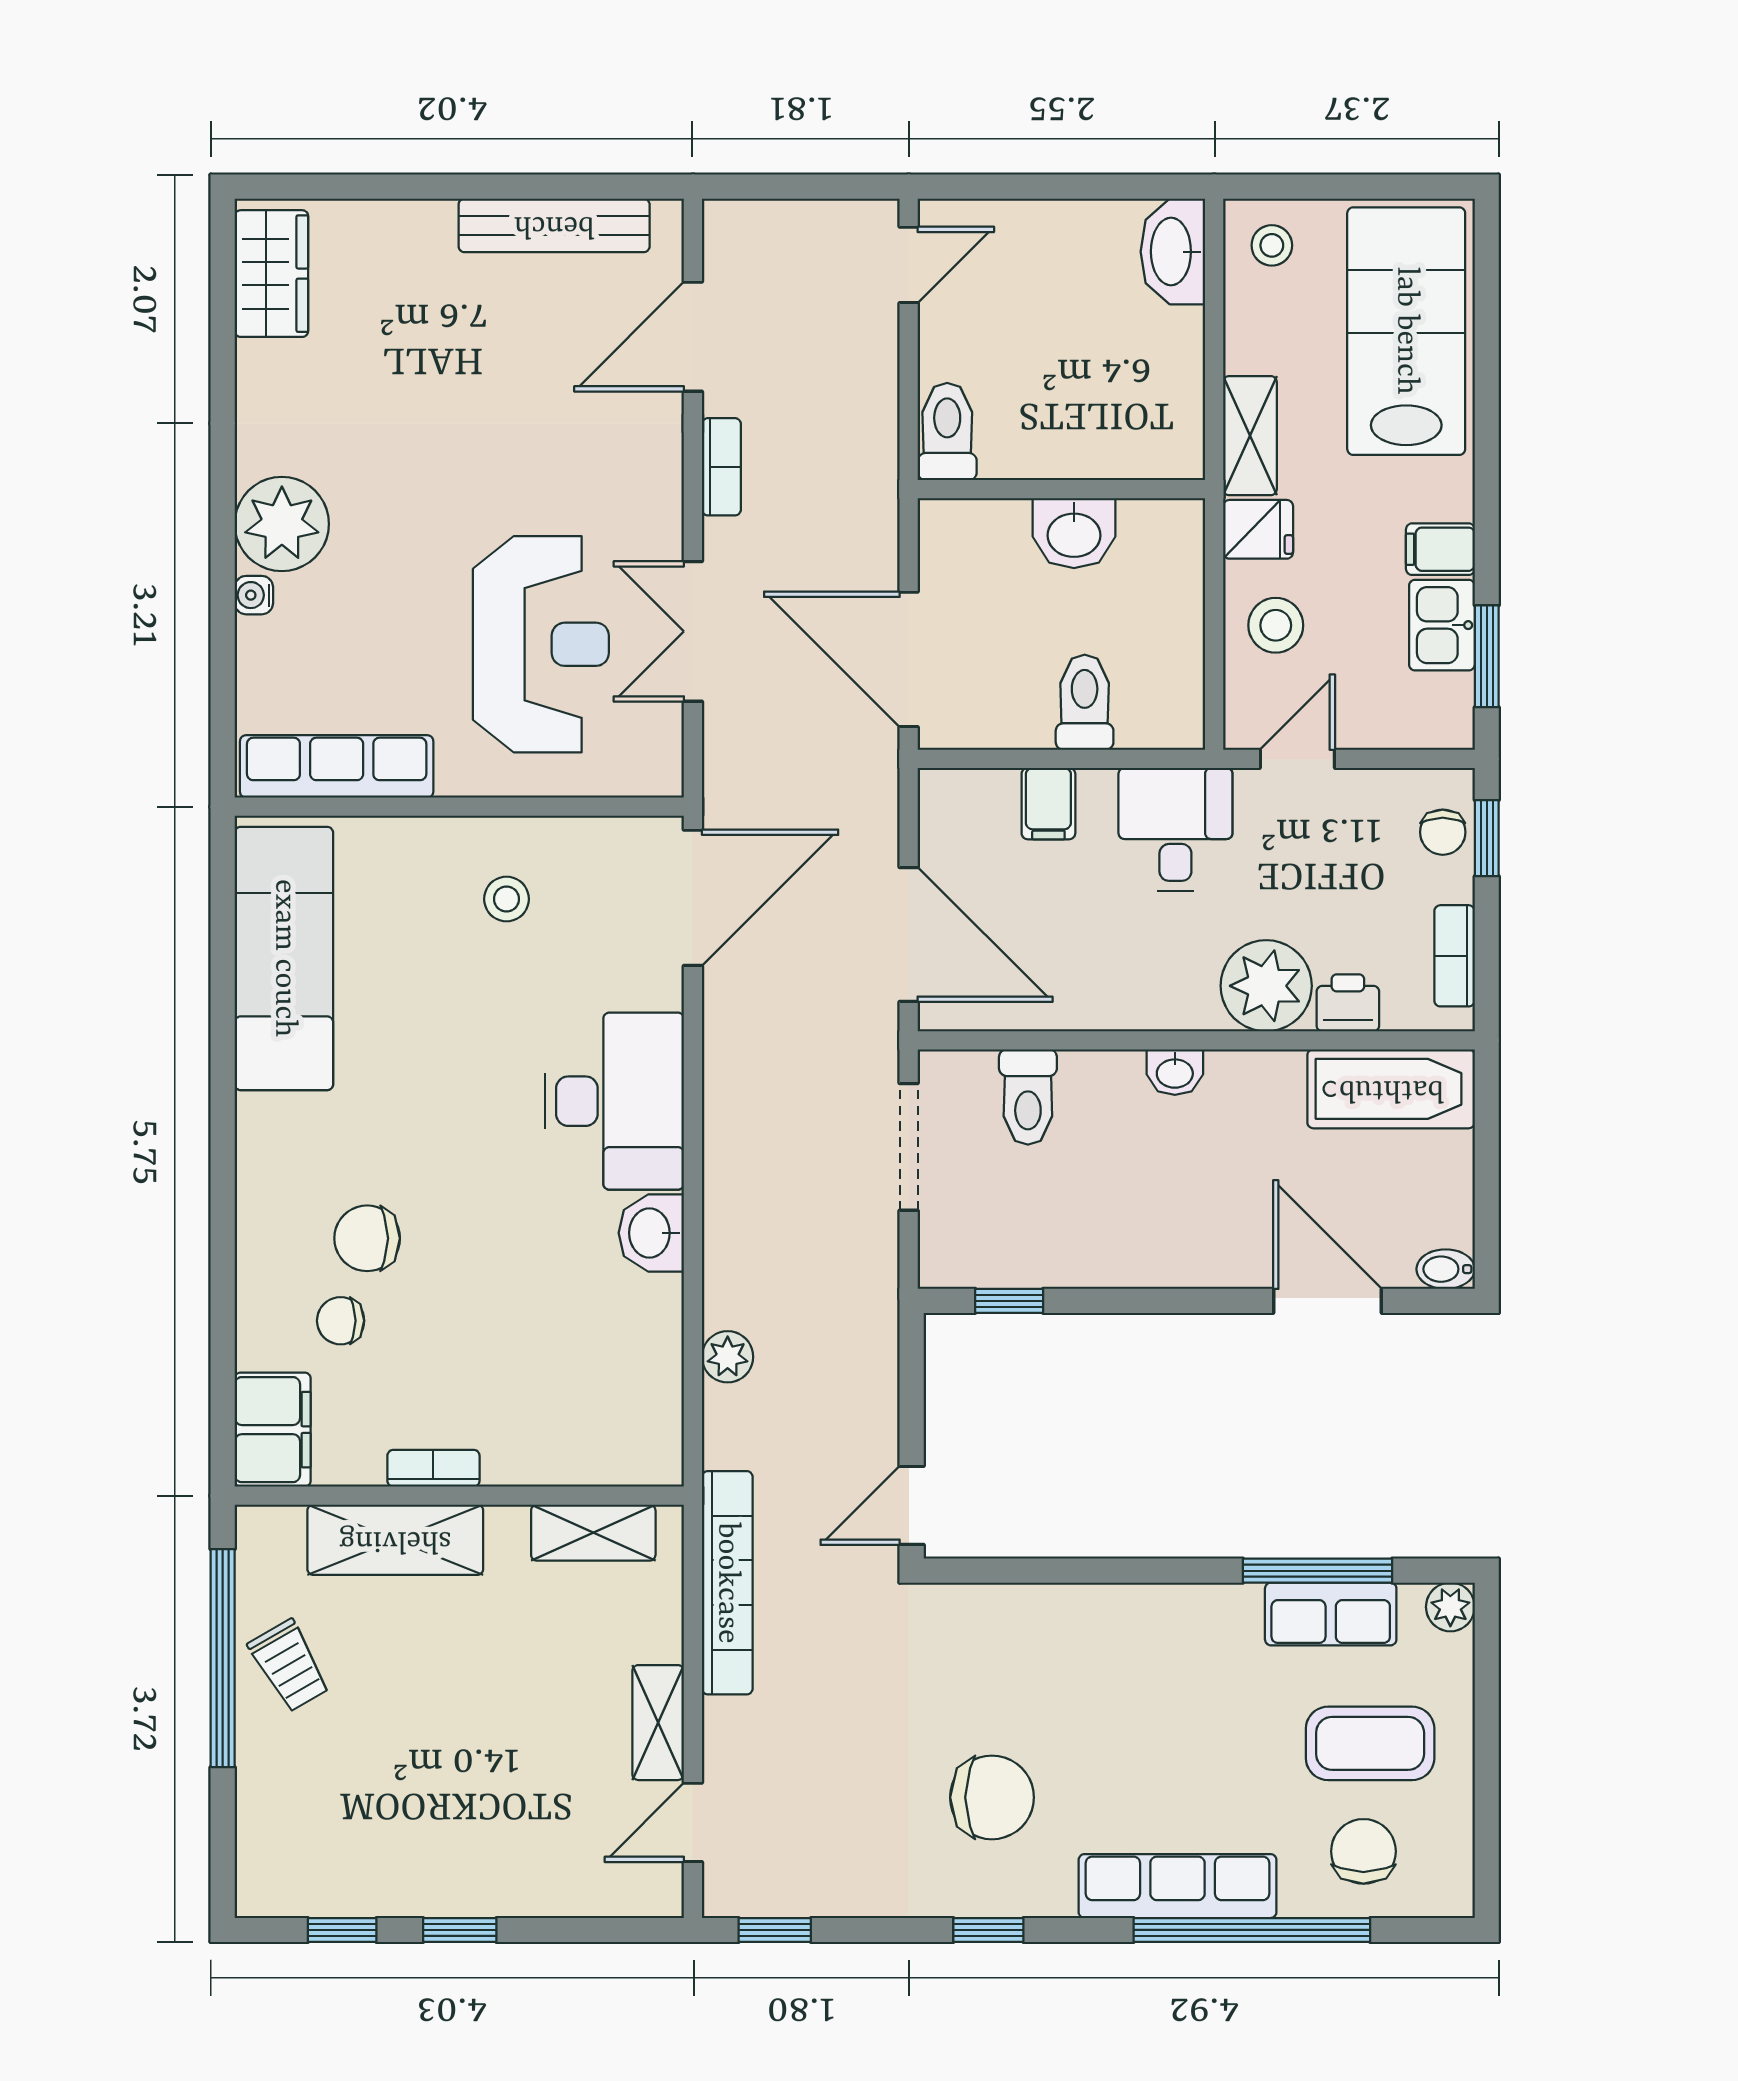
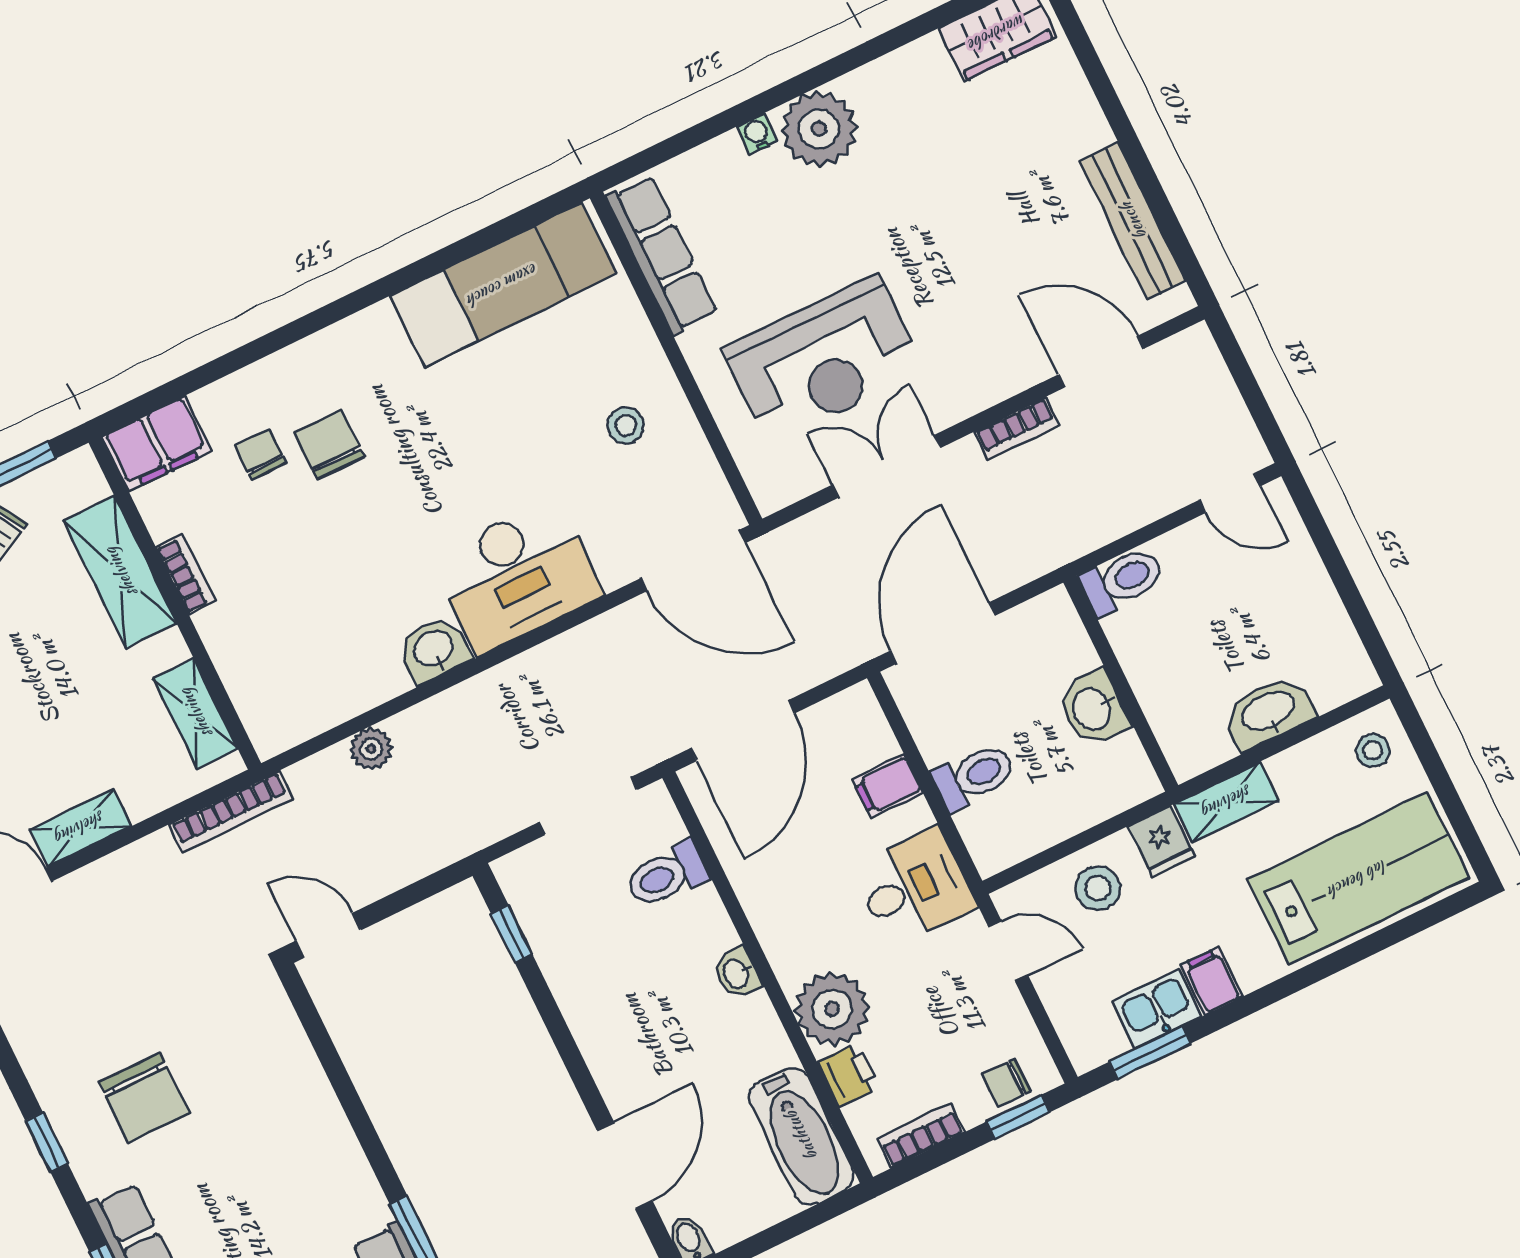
washbasin: (1173, 252) -> (1268, 712), moved
bookcase: (727, 1583) -> (231, 812), width x0.68, depth x0.76

